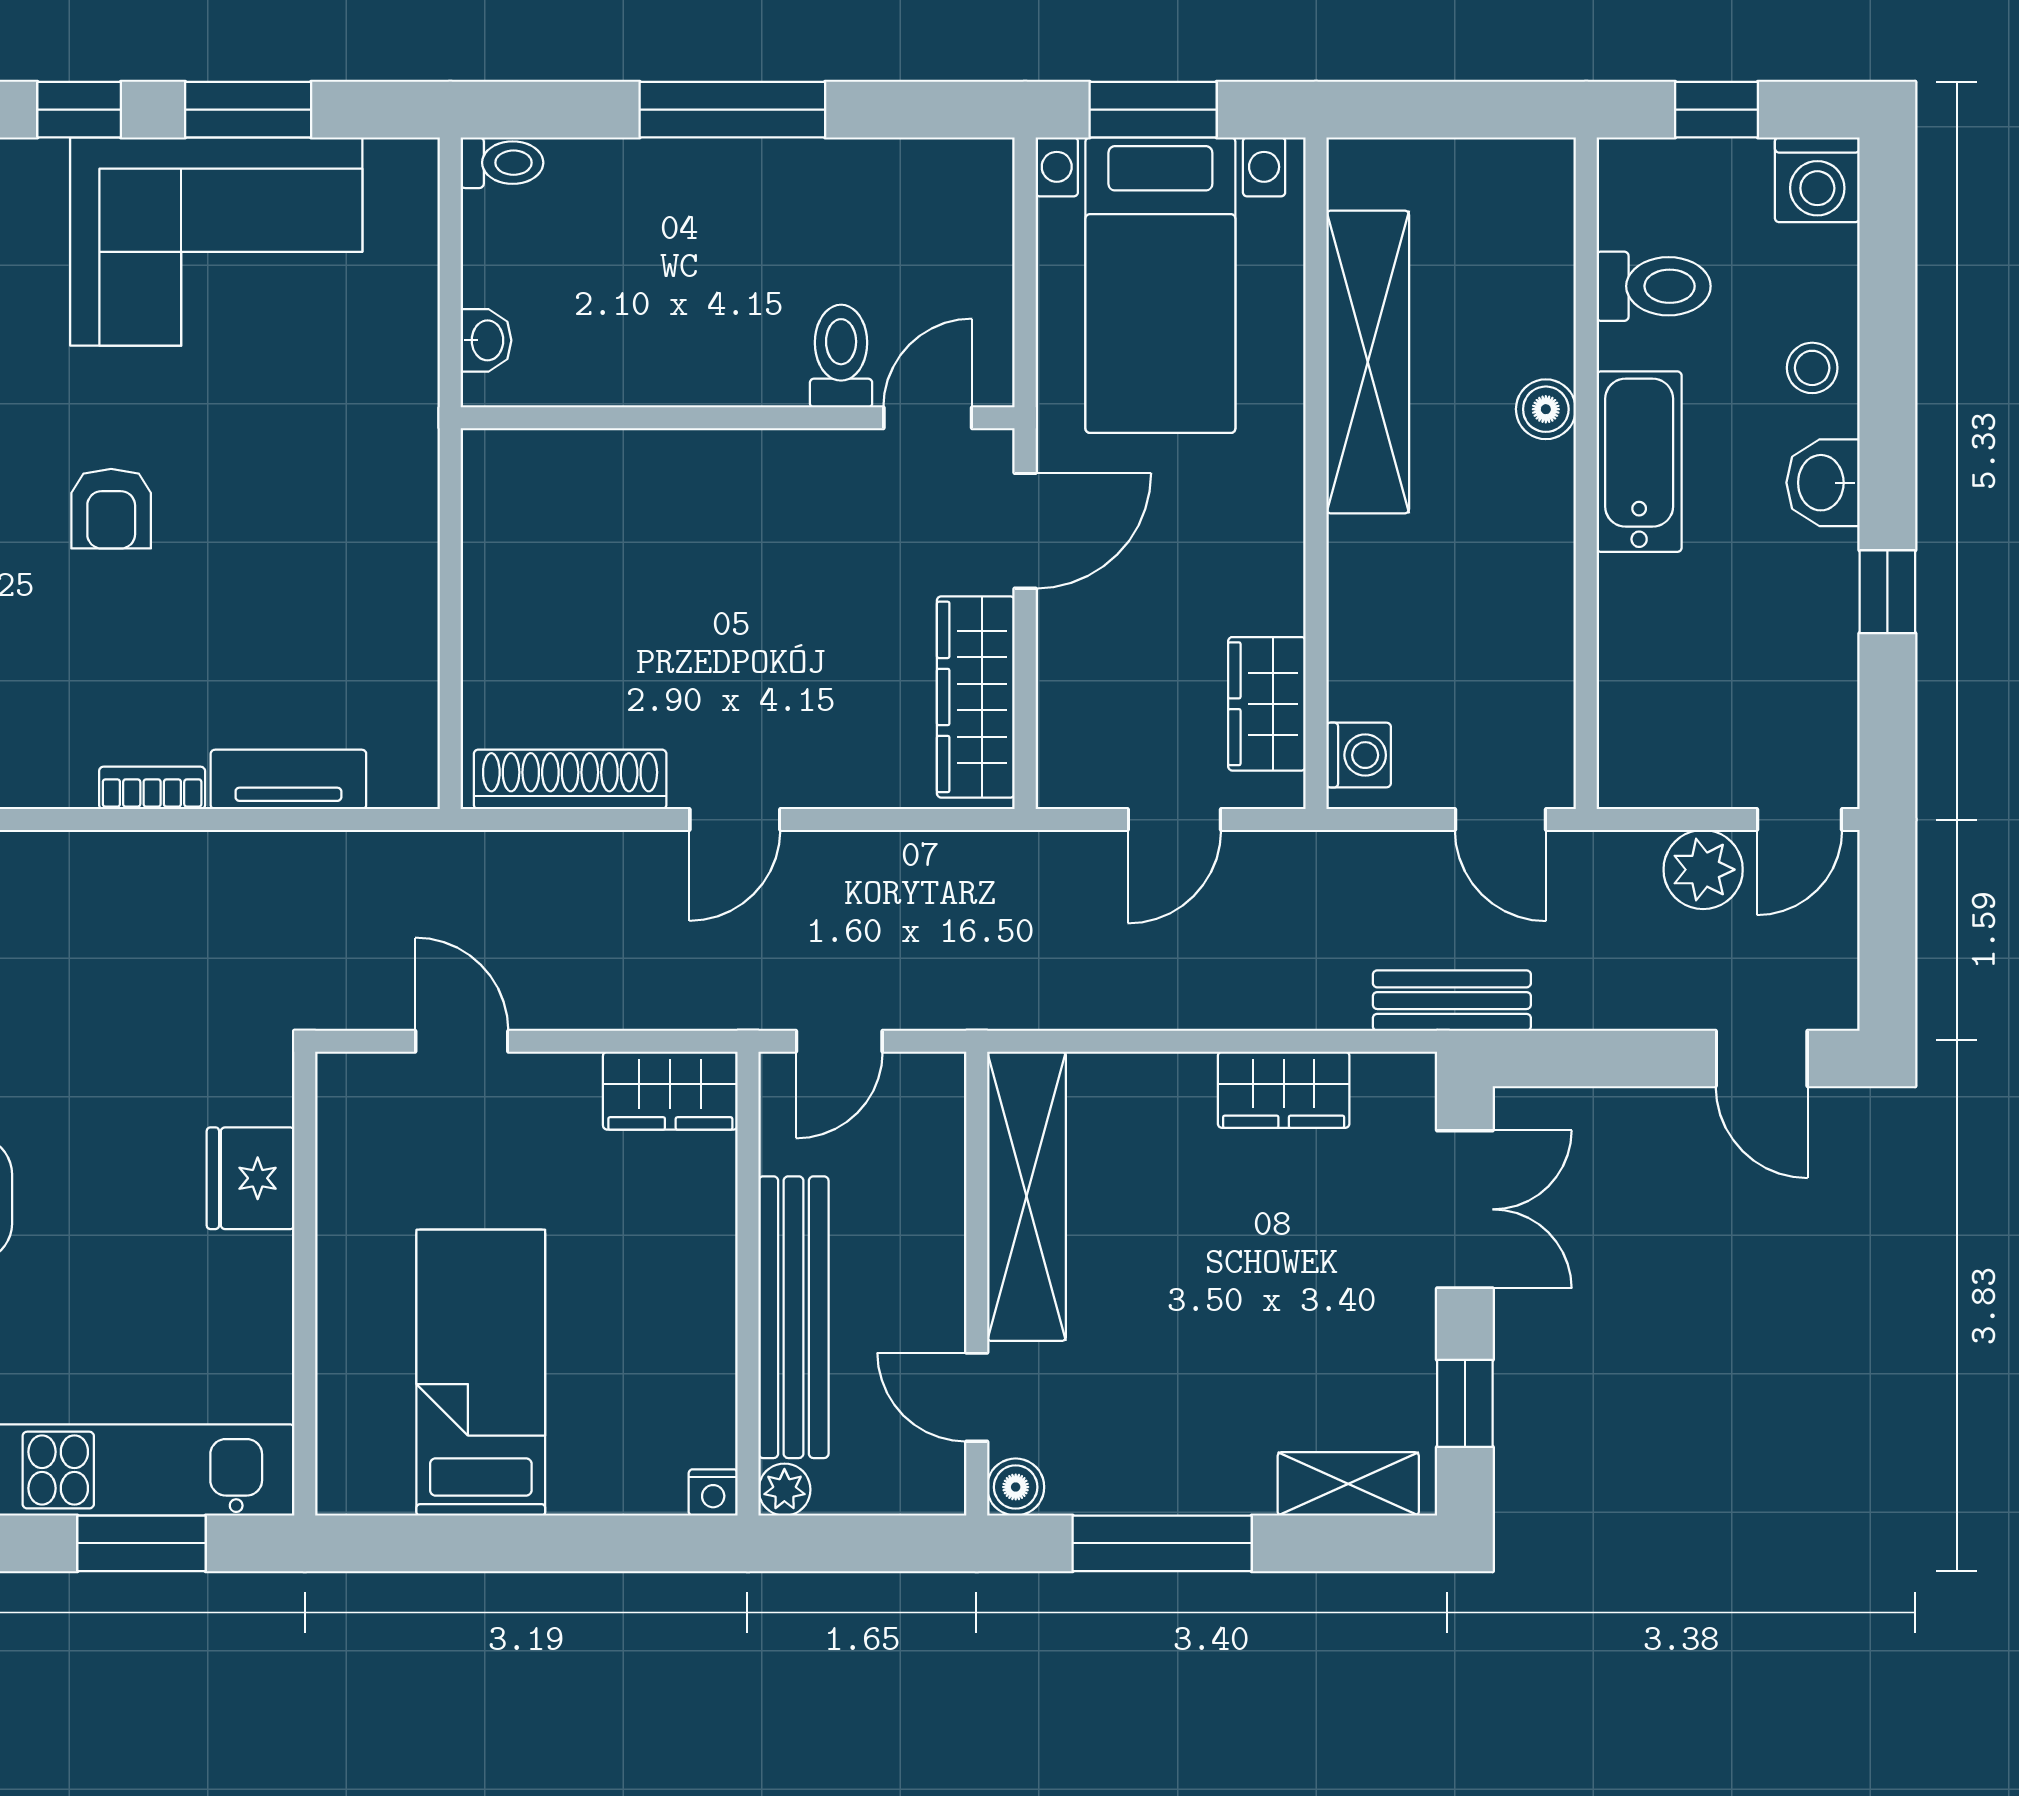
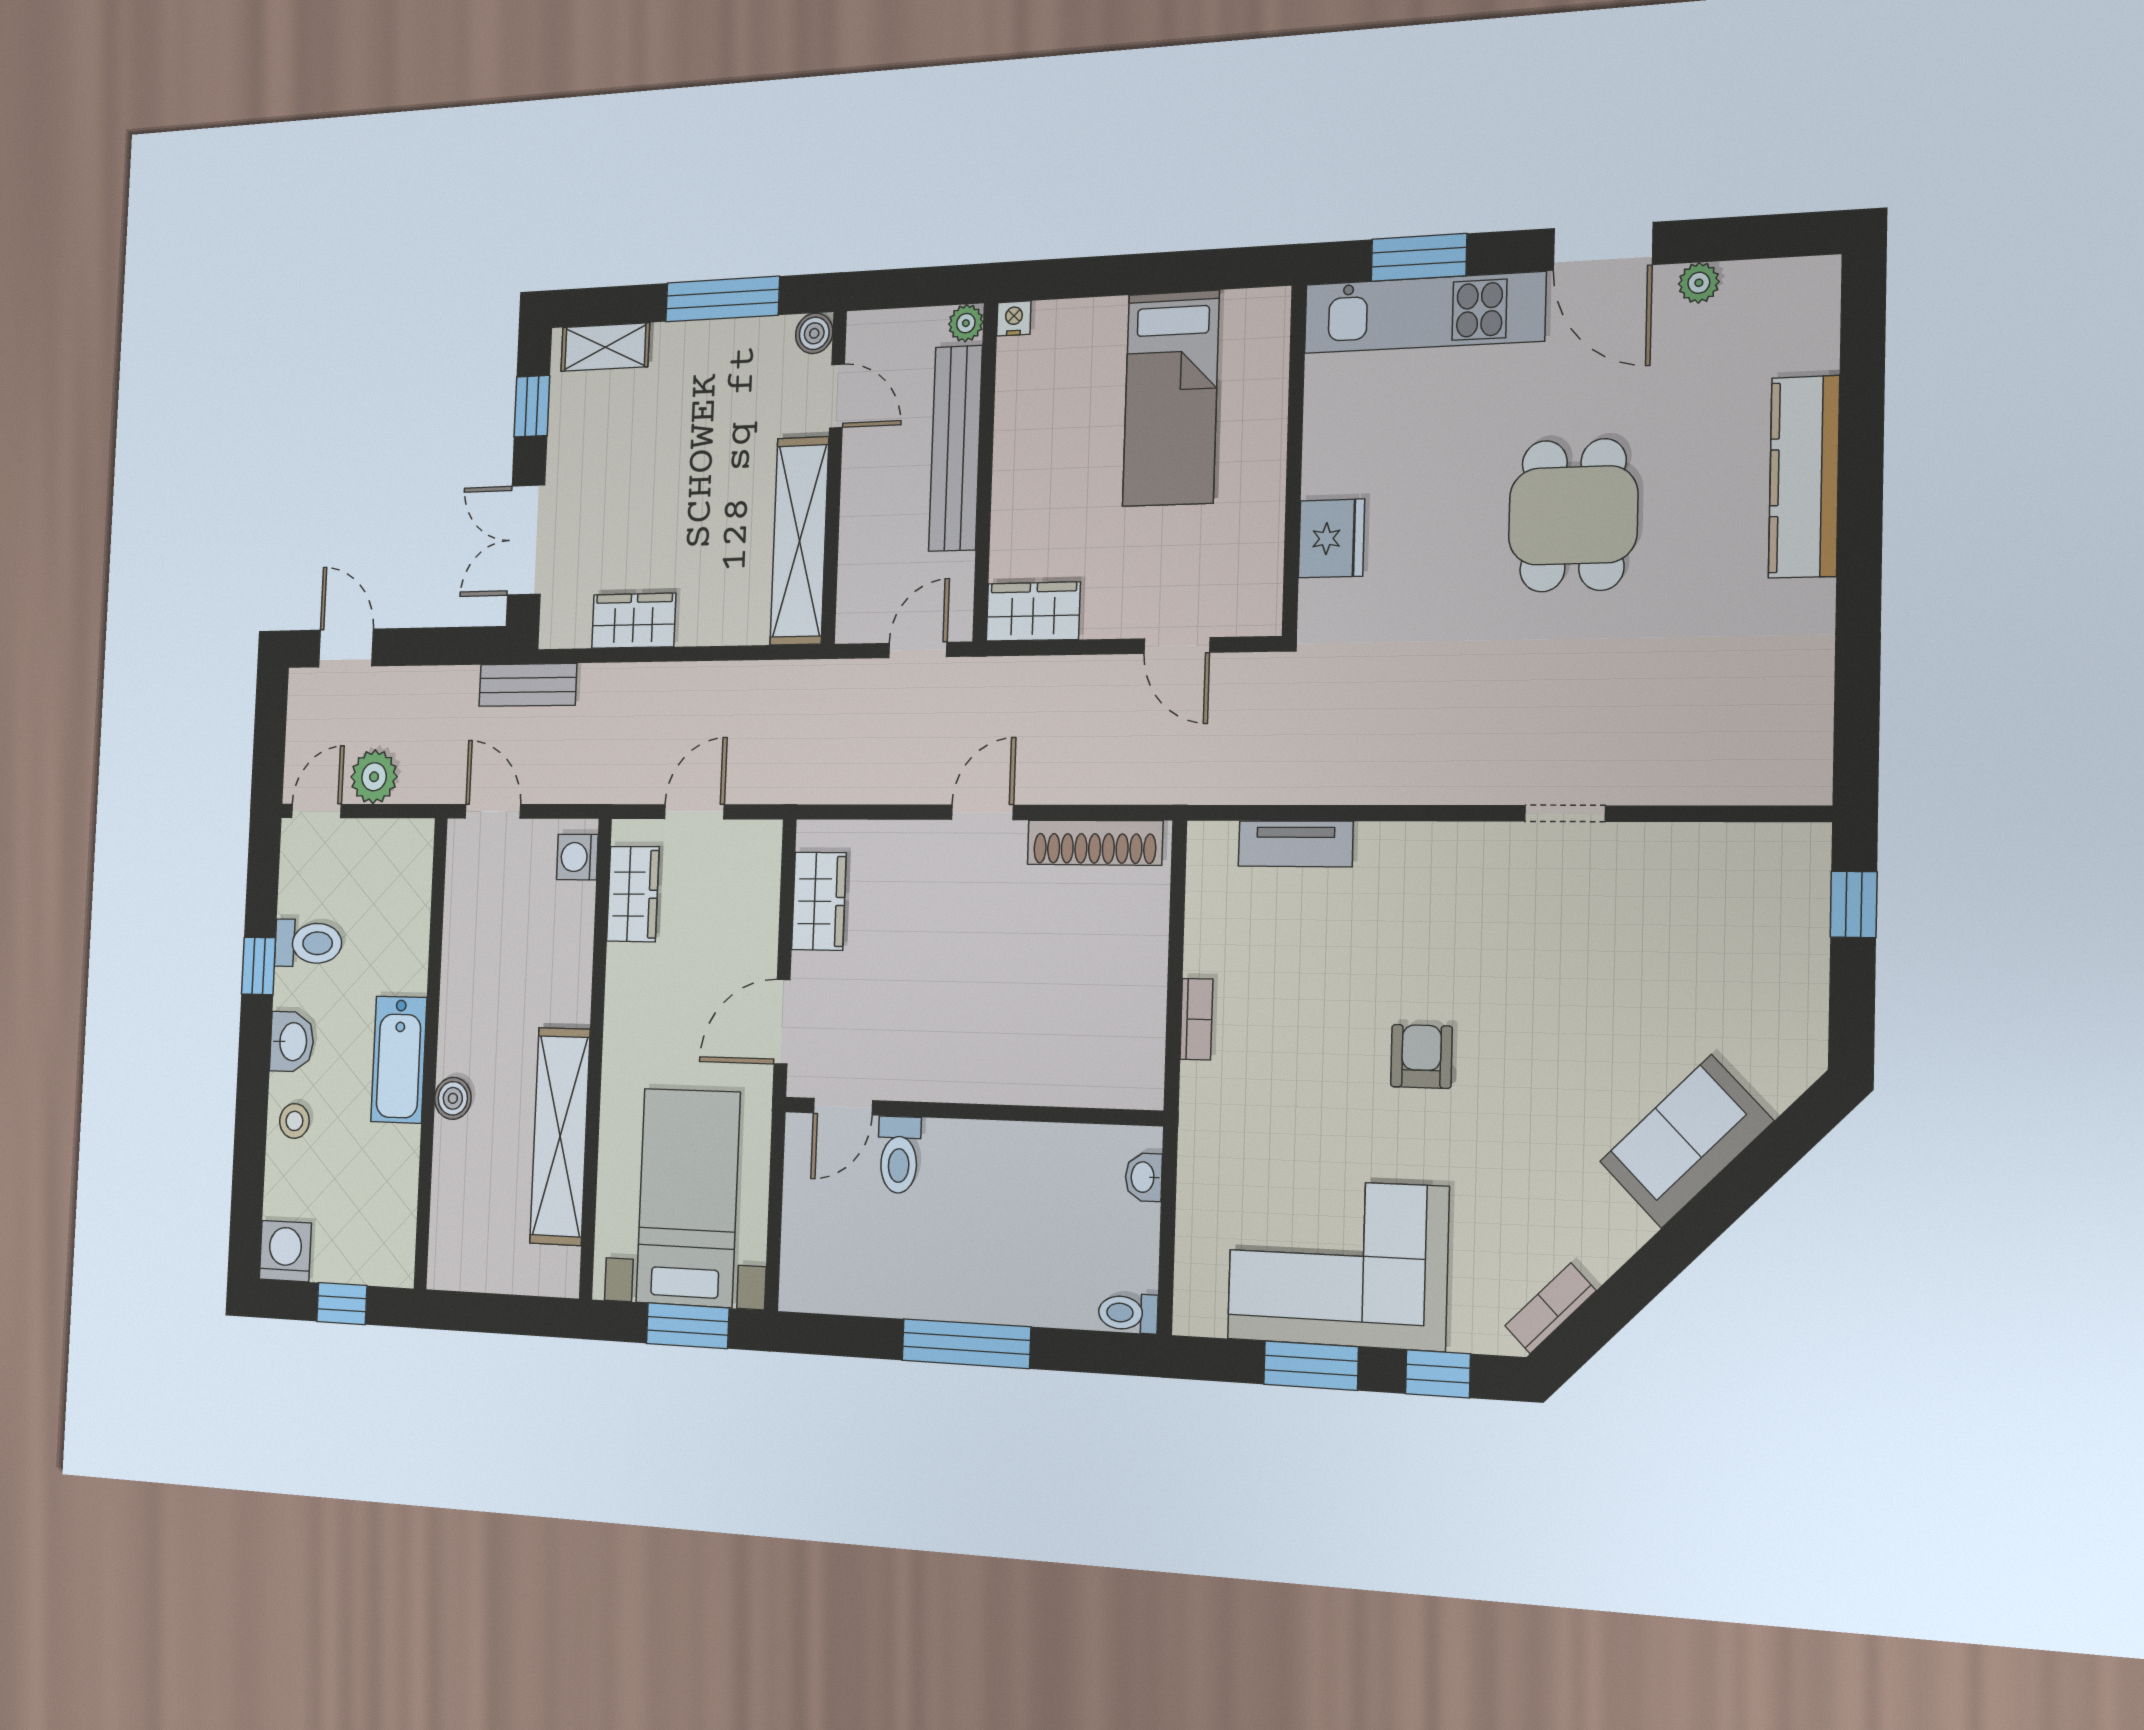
toilet: (1654, 286) -> (308, 943), moved, turned 180
wardrobe: (976, 697) -> (819, 901), width x0.67
bookcase: (152, 788) -> (1196, 1019), moved, turned -90

